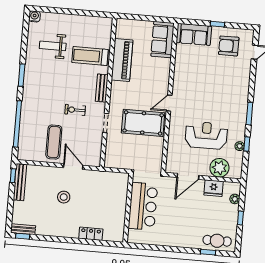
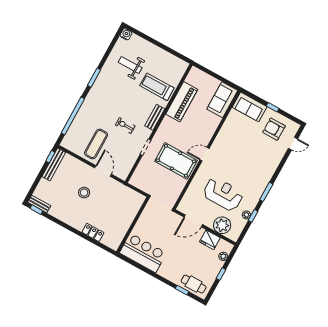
bar counter: (143, 206) -> (143, 253), moved, turned -90

